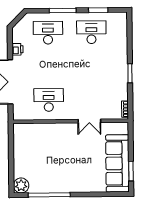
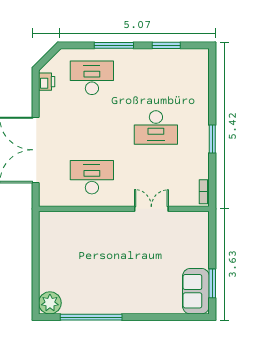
desk: (91, 32) -> (156, 128), moved, turned 180
printer: (17, 49) -> (47, 82), moved
double door: (89, 121) -> (151, 209), swing flipped
sofa: (117, 163) -> (196, 291), width x0.54, depth x0.79

